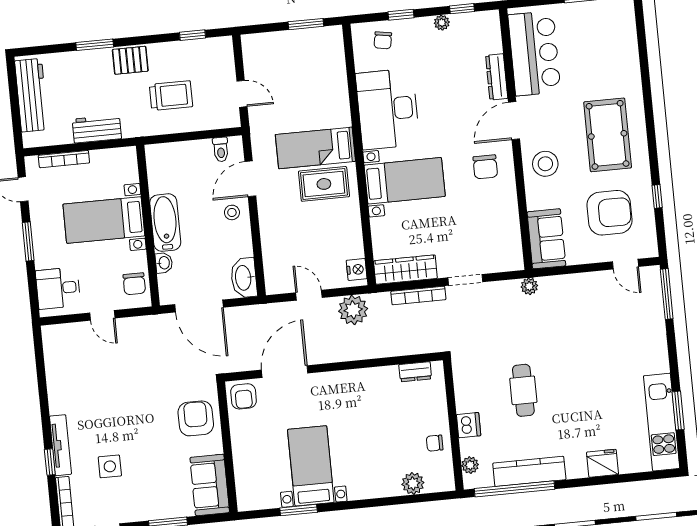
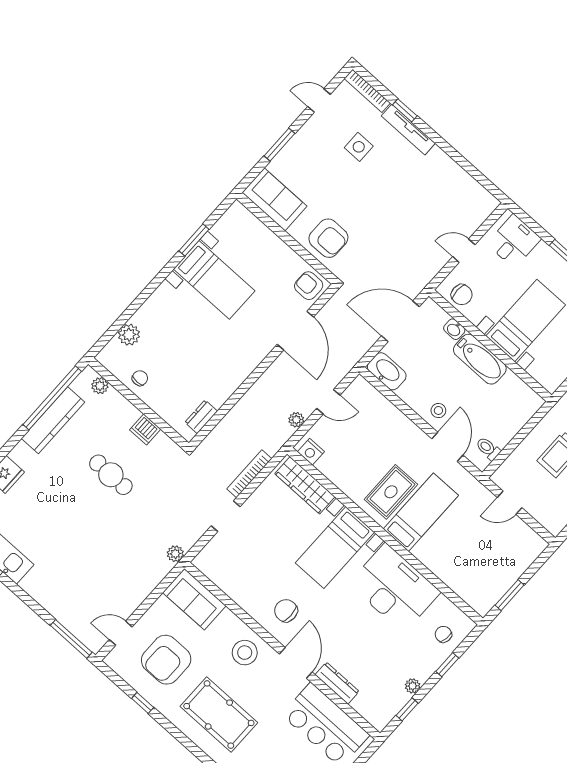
wardrobe: (405, 270) -> (305, 485), moved, turned 90
chair: (134, 284) -> (462, 295), turned 180
plant: (353, 310) -> (296, 420), width x0.53, depth x0.53
dishwasher: (469, 425) -> (145, 429), moved

